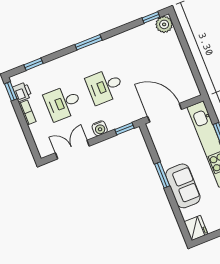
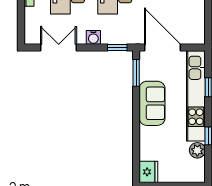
window: (162, 175) -> (136, 73), moved
sofa: (183, 186) -> (152, 103), moved

